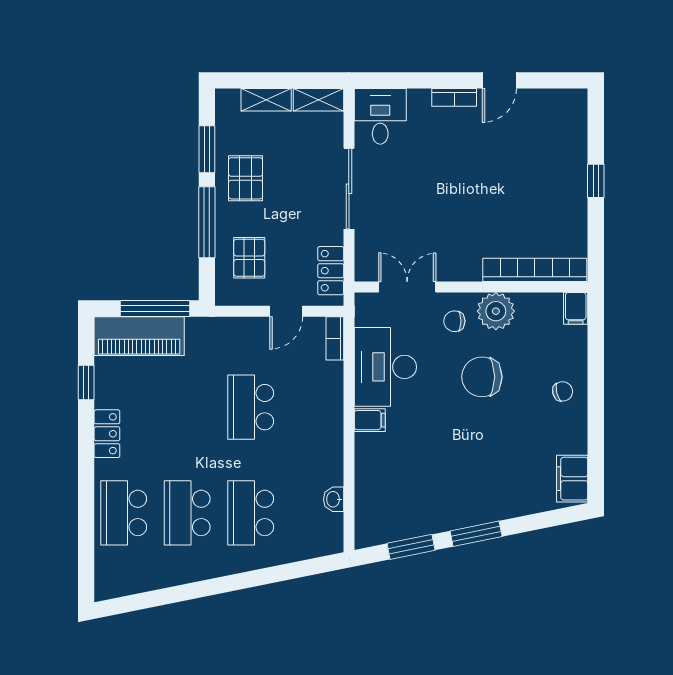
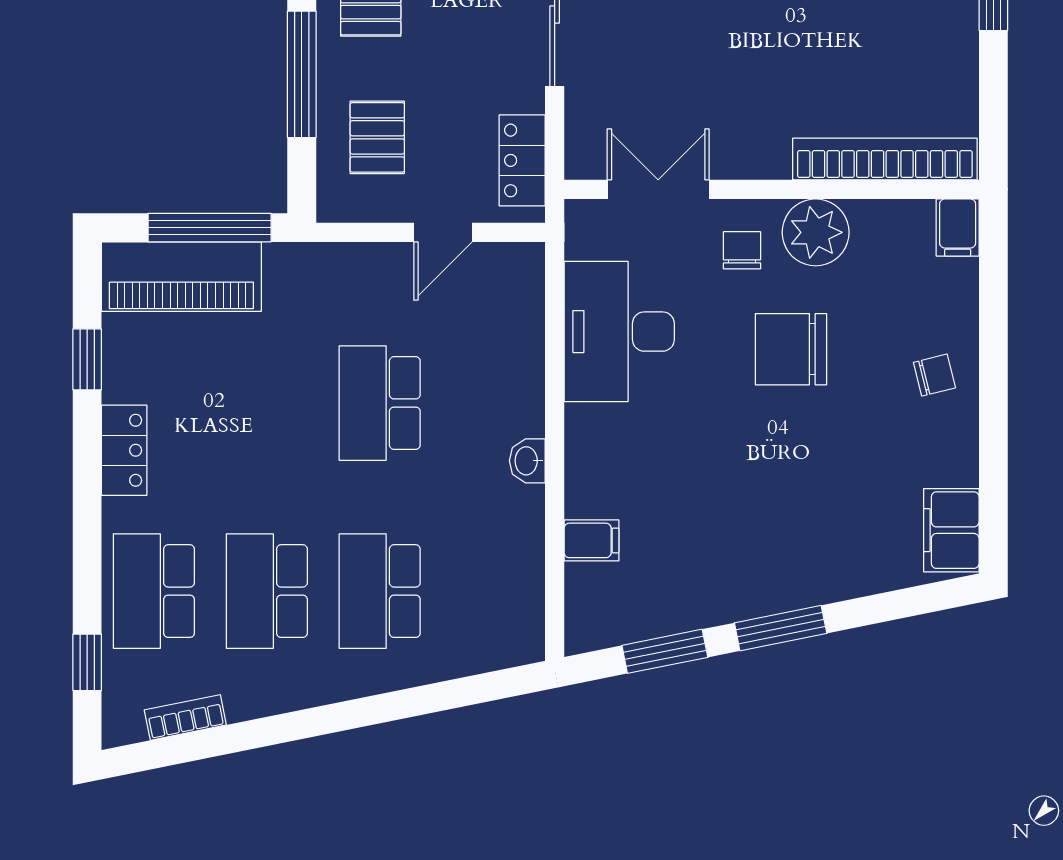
chair: (454, 321) -> (742, 250), turned 90
bookcase: (335, 338) -> (185, 717), moved, turned 79
filing cabinet: (370, 420) -> (591, 540), moved
washbasin: (334, 499) -> (527, 461), moved
window: (86, 553) -> (87, 662), added

